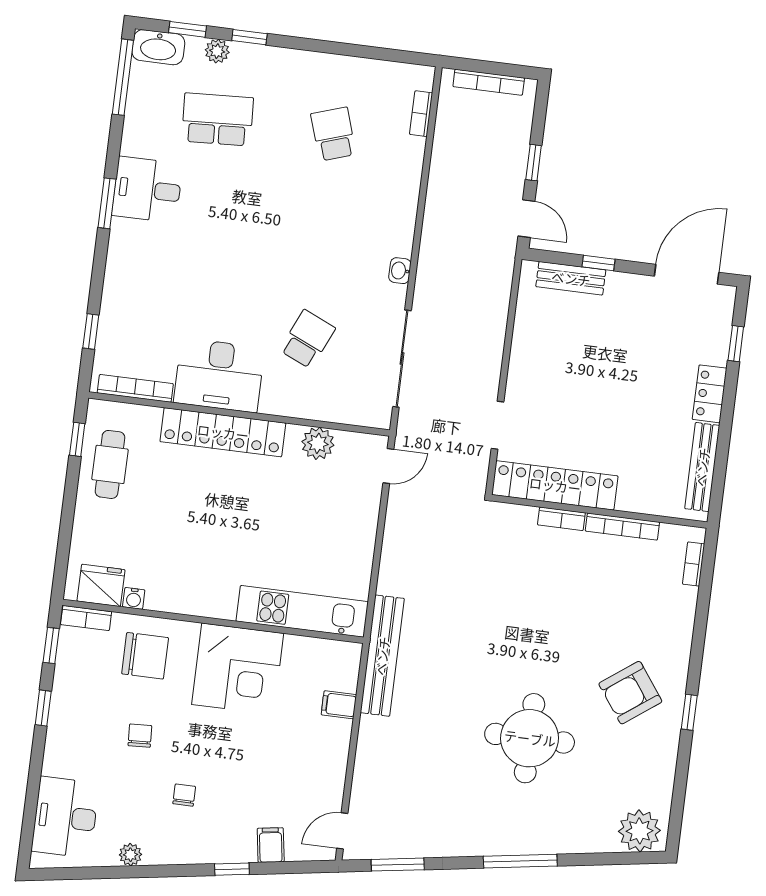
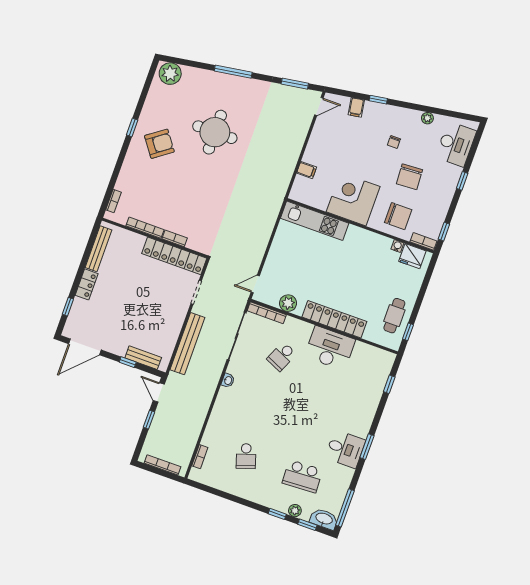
bookcase: (135, 388) -> (267, 313), moved
chair: (145, 656) -> (398, 216), turned 180
bench: (382, 656) -> (187, 344), moved
window: (43, 708) -> (462, 181), moved
chair: (140, 736) -> (410, 177), width x1.87, depth x1.87

